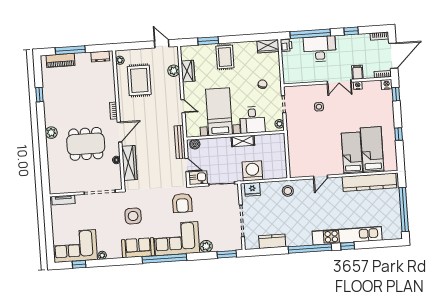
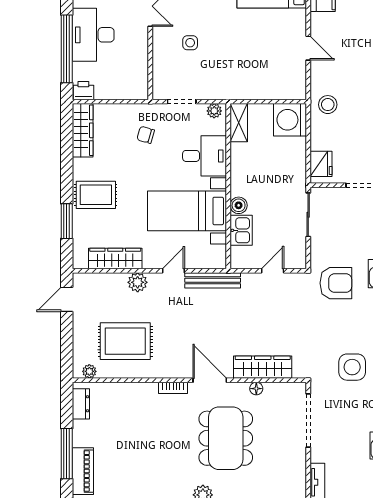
wardrobe: (268, 46) -> (83, 130), width x1.50
plant: (174, 71) -> (138, 282), moved
wardrobe: (188, 71) -> (115, 258), width x1.50
shelving: (243, 141) -> (239, 123), moved
bench: (180, 142) -> (213, 280), moved
boiler: (195, 144) -> (239, 205), moved
washing machine: (252, 171) -> (290, 120), moved
kitchen sink: (198, 178) -> (241, 230), moved, turned 180

